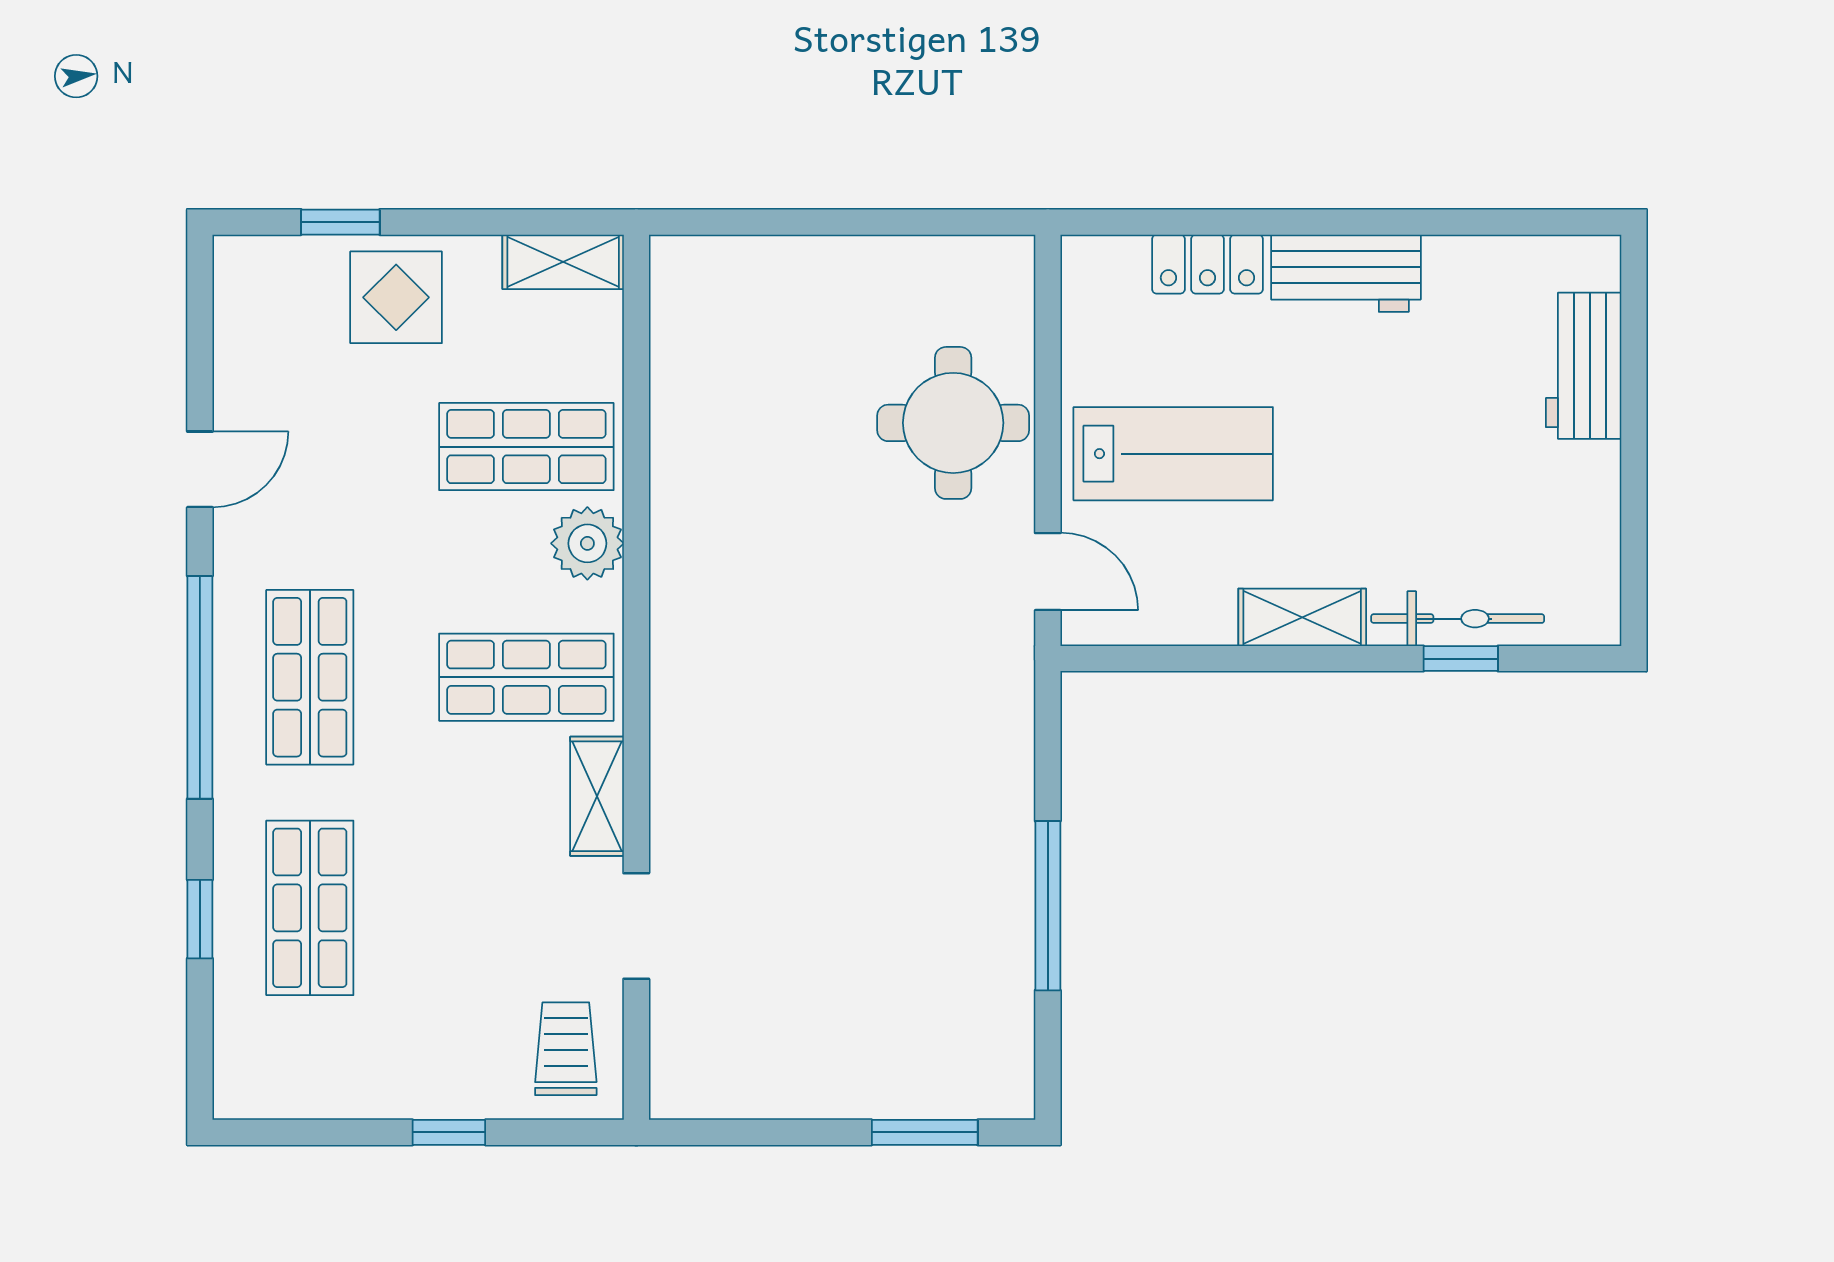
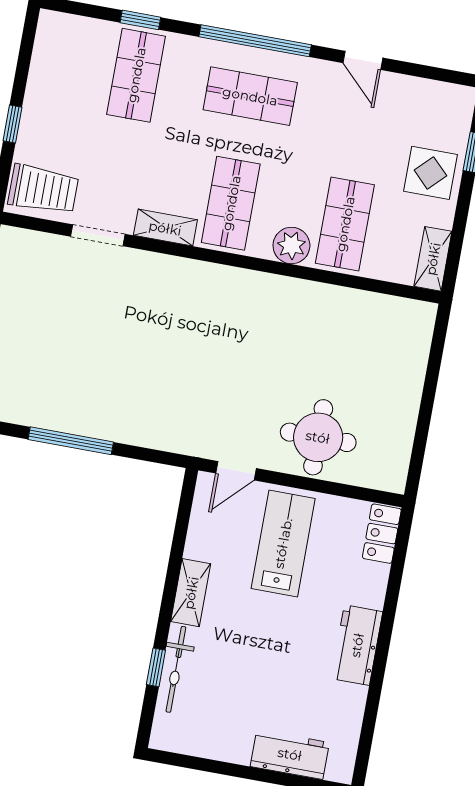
locker: (1207, 264) -> (382, 534), moved
lab bench: (1173, 454) -> (283, 543), turned 180
shop shelf: (310, 908) -> (136, 75), turned 90
trolley: (566, 1049) -> (43, 189), width x1.36, depth x1.39

